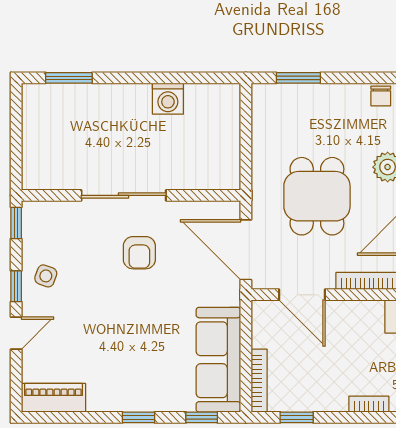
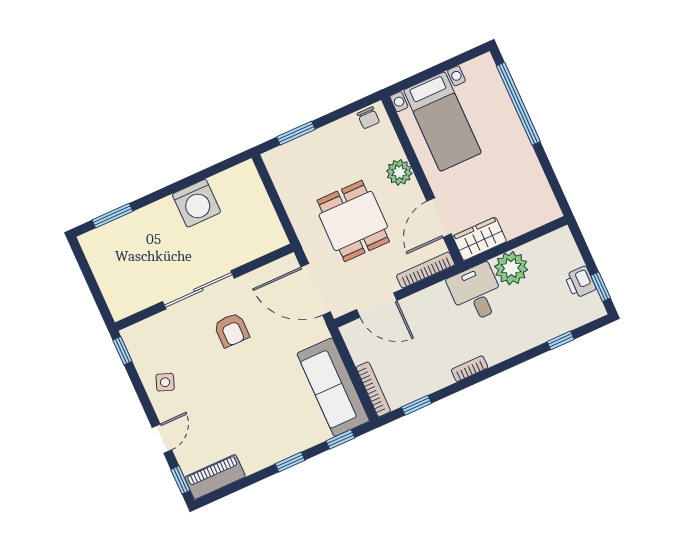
washing machine: (168, 99) -> (196, 203), width x1.37, depth x1.37
window: (16, 286) -> (180, 480), moved

